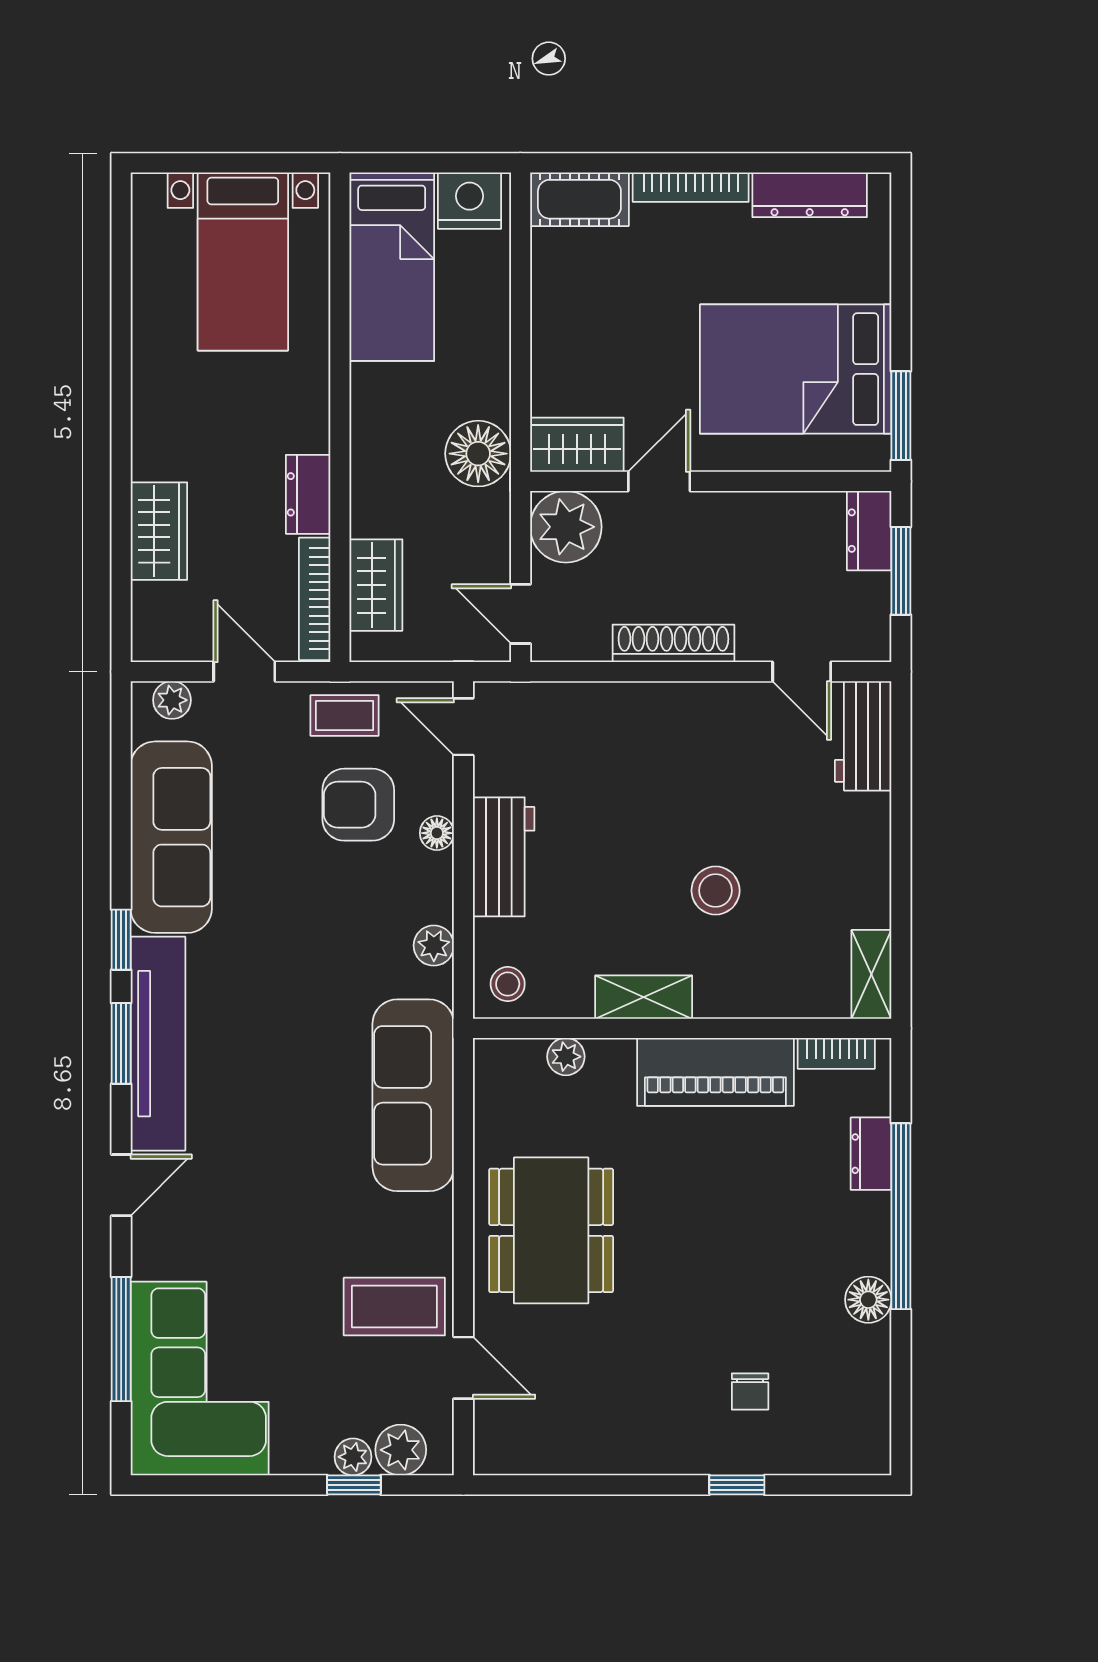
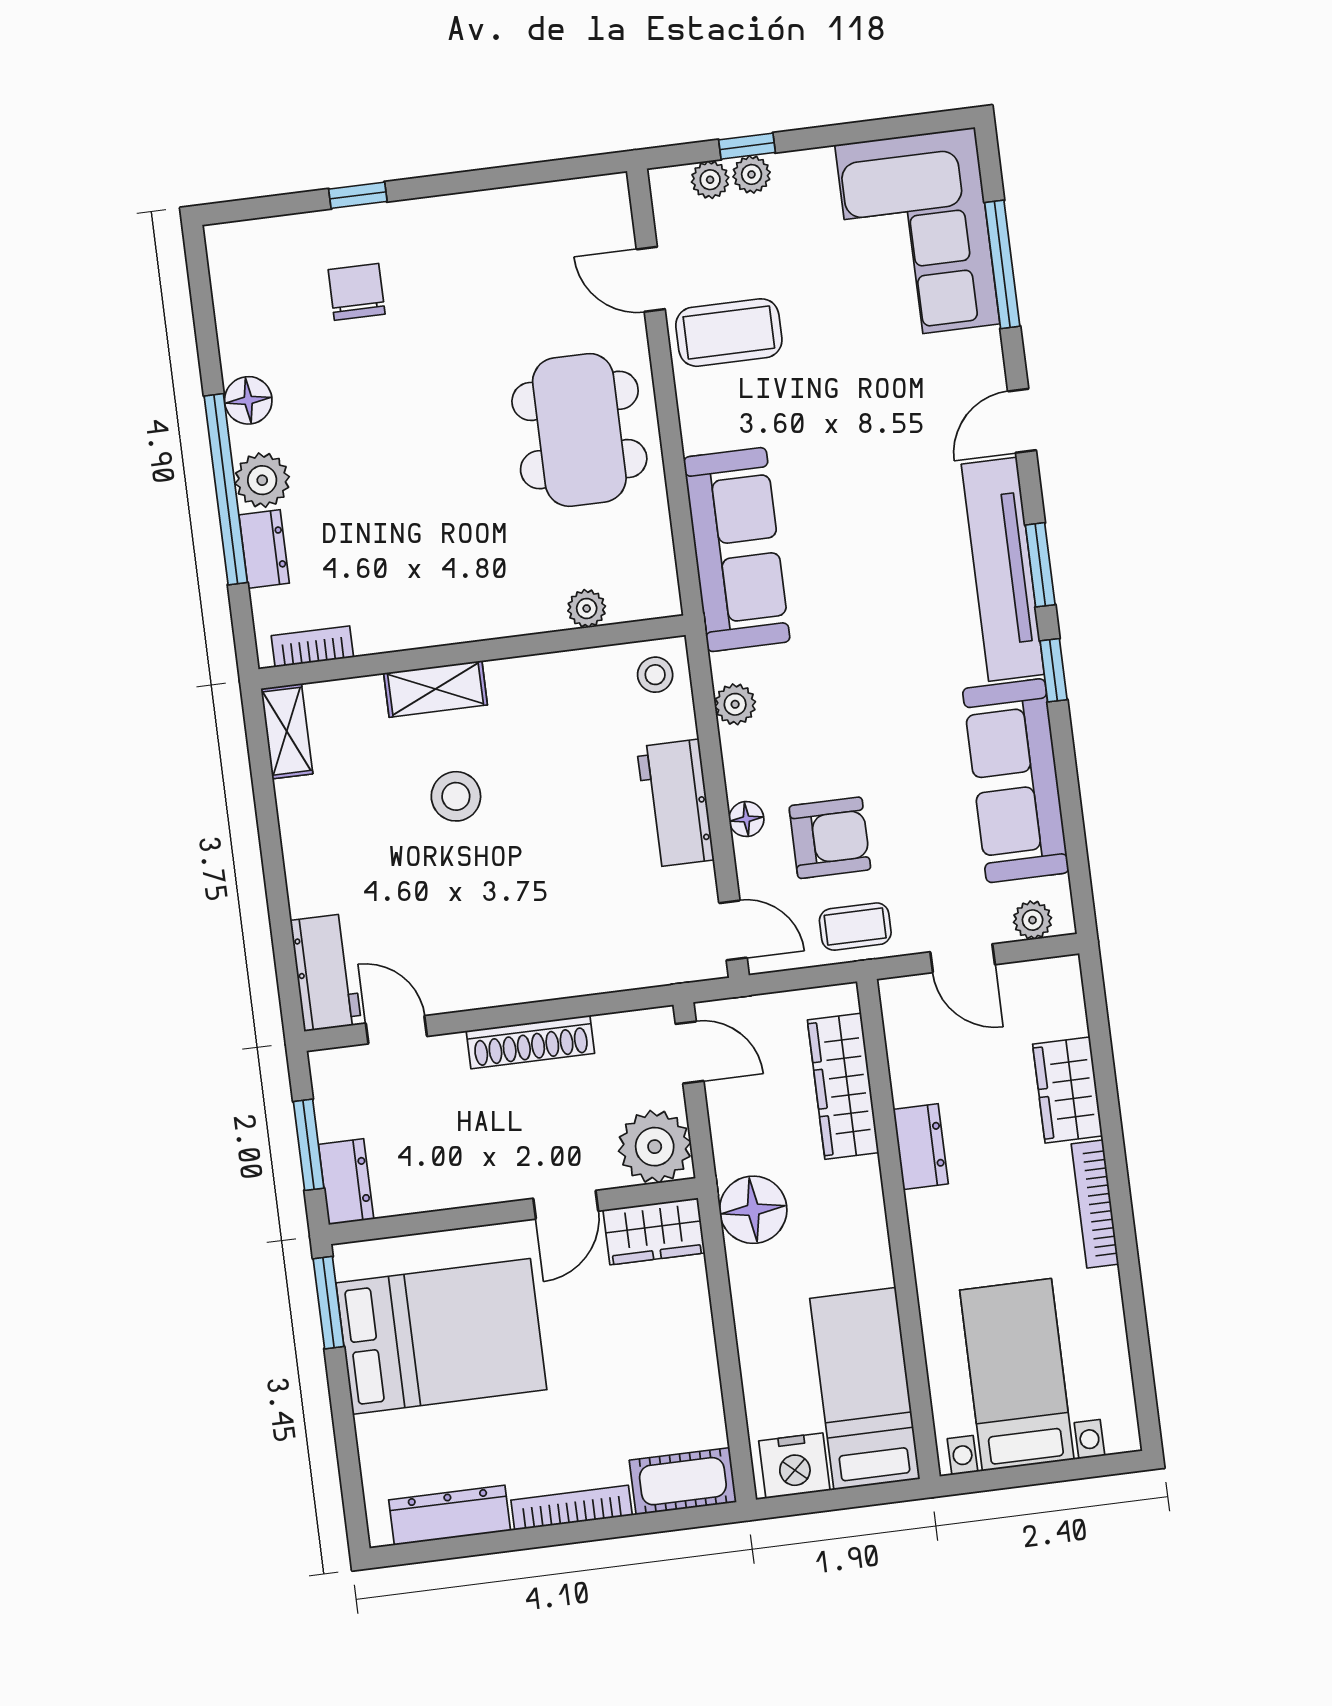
wardrobe: (376, 585) -> (843, 1086), width x1.50
bookcase: (315, 599) -> (1095, 1204), moved, turned 180
shelving: (644, 997) -> (435, 689), moved
piano: (715, 1072) -> (433, 612), removed
plant: (865, 1221) -> (262, 480), added
chair: (750, 1391) -> (357, 292), width x1.37, depth x1.37
plant: (401, 1450) -> (710, 180), width x0.73, depth x0.73

